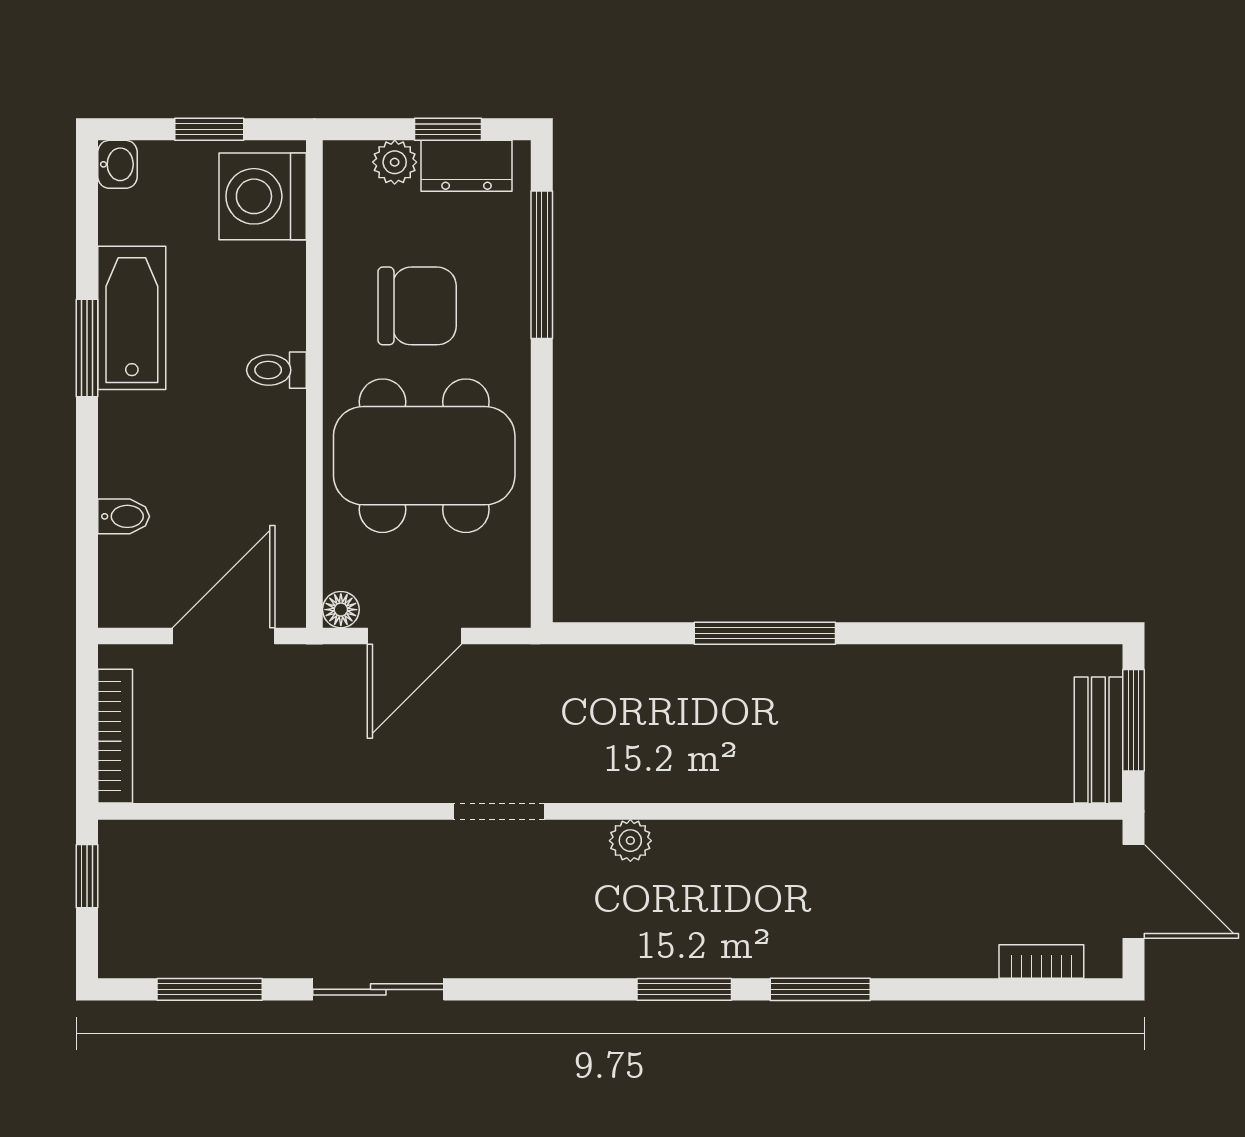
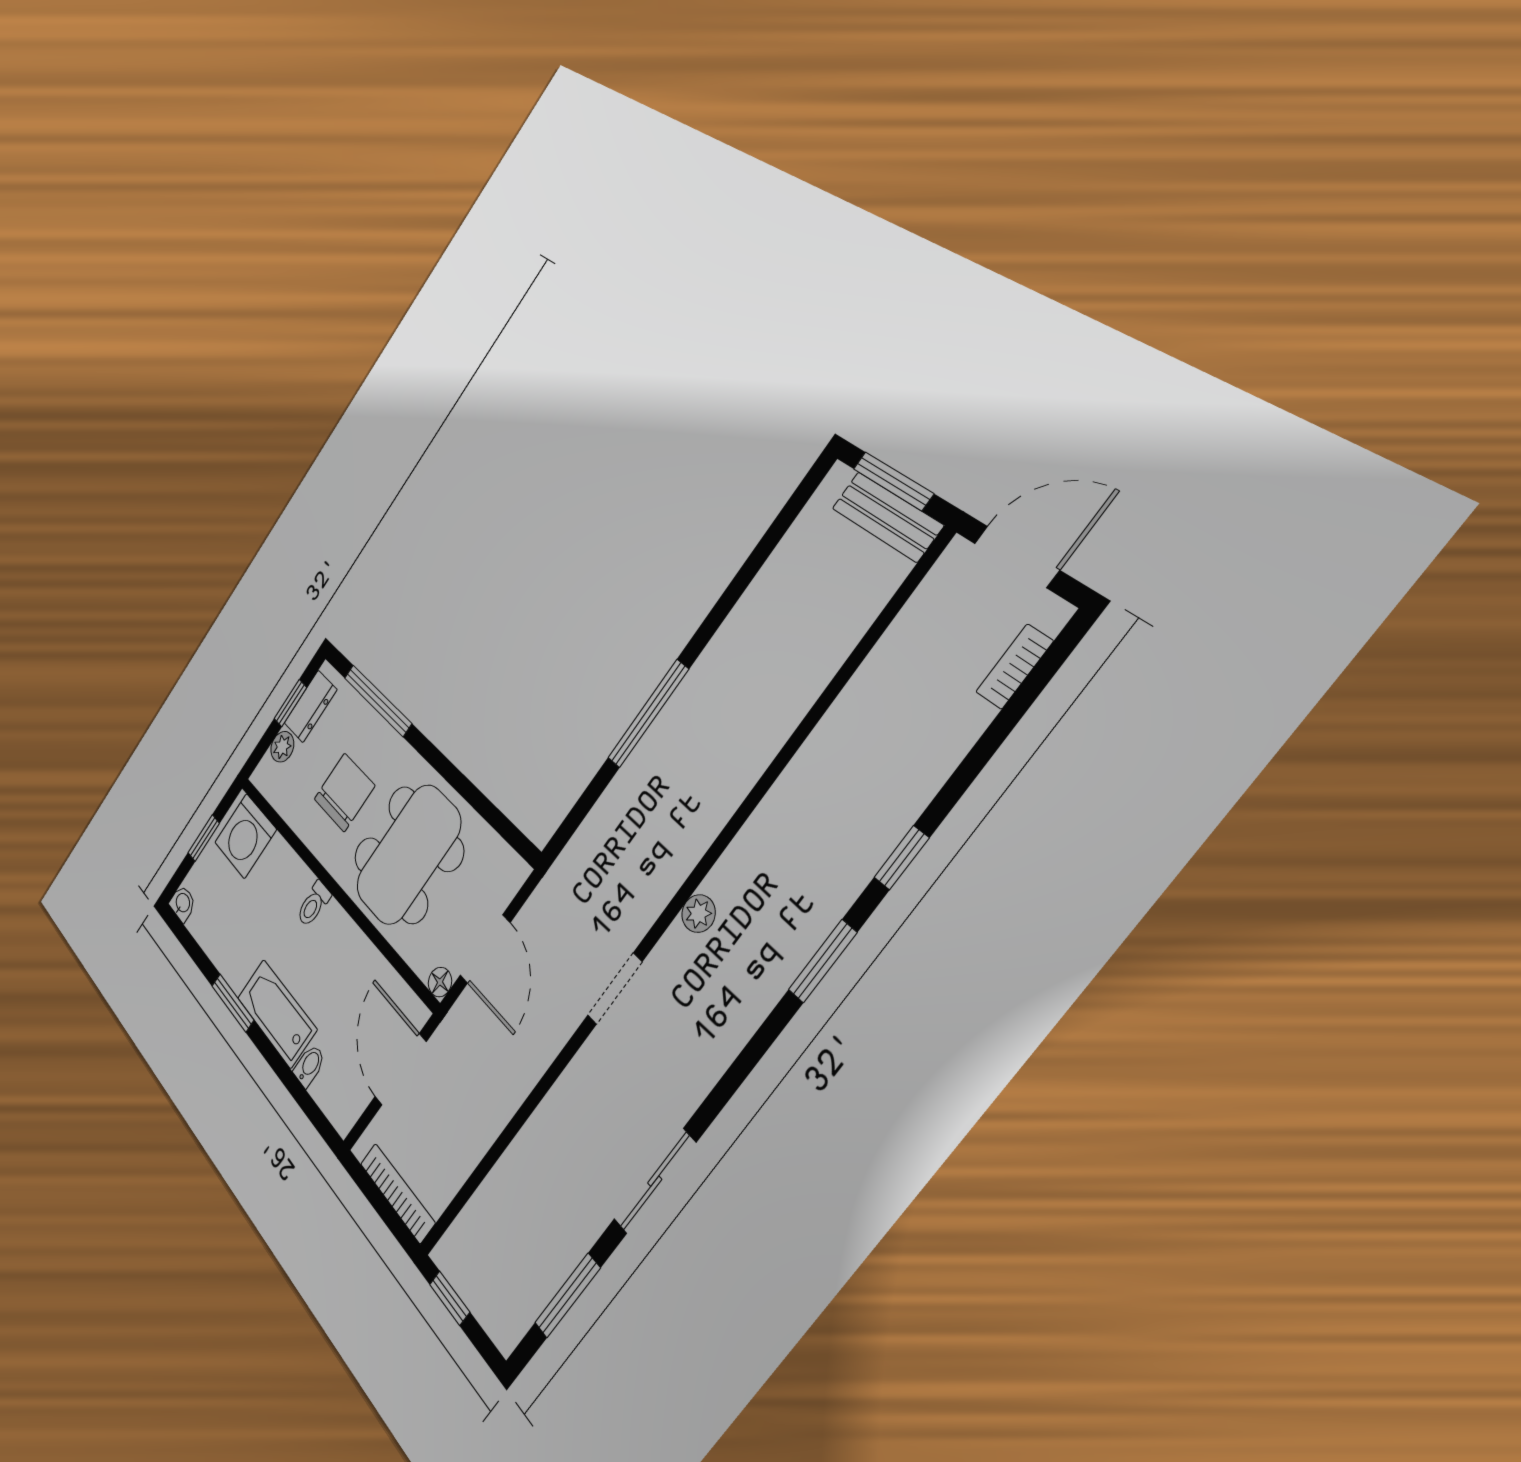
bathtub: (132, 318) -> (277, 1013), moved
window: (820, 989) -> (902, 858), width x0.67

